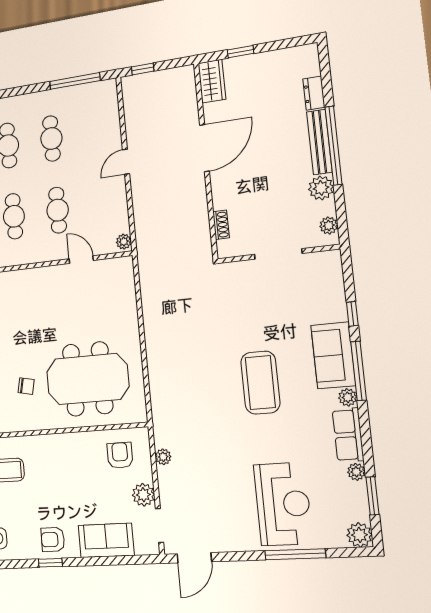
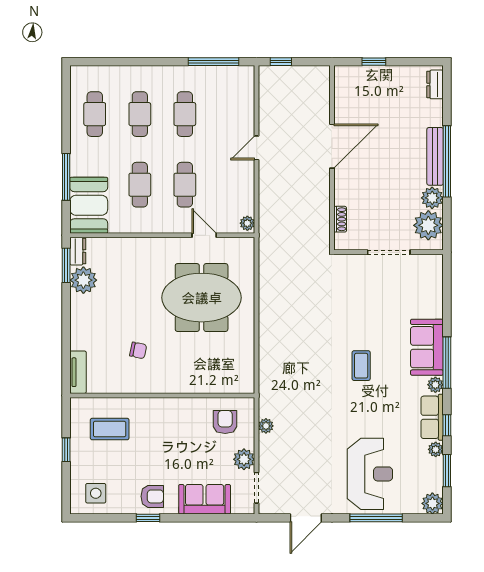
wardrobe: (212, 81) -> (345, 85), removed
dresser: (314, 93) -> (435, 84), moved
plant: (329, 226) -> (428, 225), width x1.87, depth x1.87
window: (352, 314) -> (447, 425), moved
meeting table: (88, 379) -> (202, 298), moved
coffee table: (260, 383) -> (361, 366), width x0.54, depth x0.58
armchair: (53, 539) -> (152, 496), turned 180
door: (194, 558) -> (306, 518), moved

